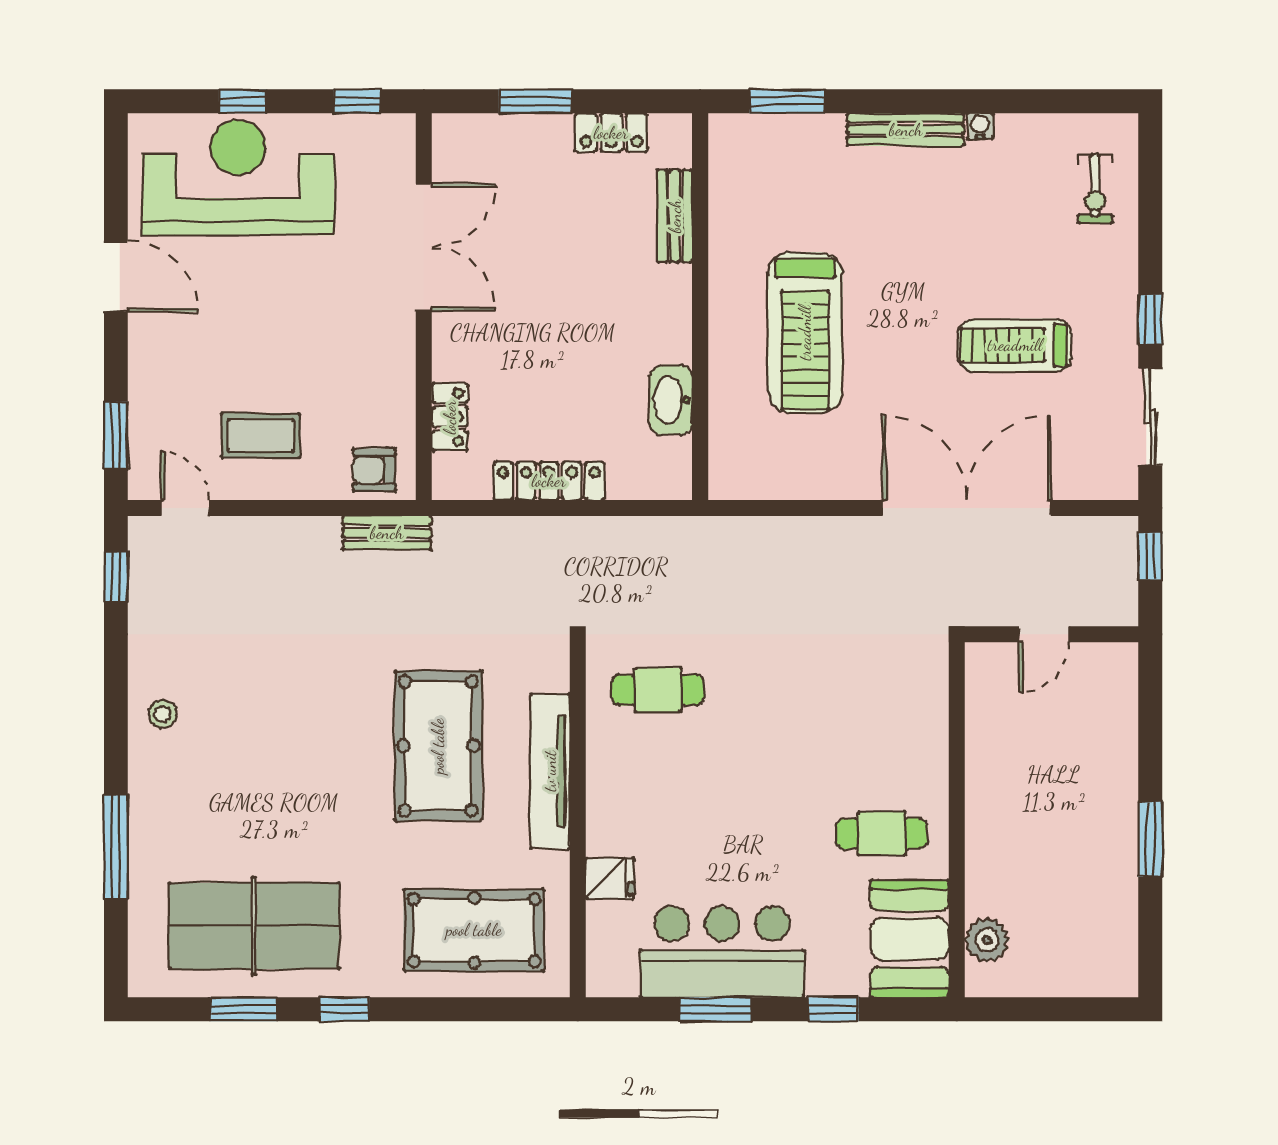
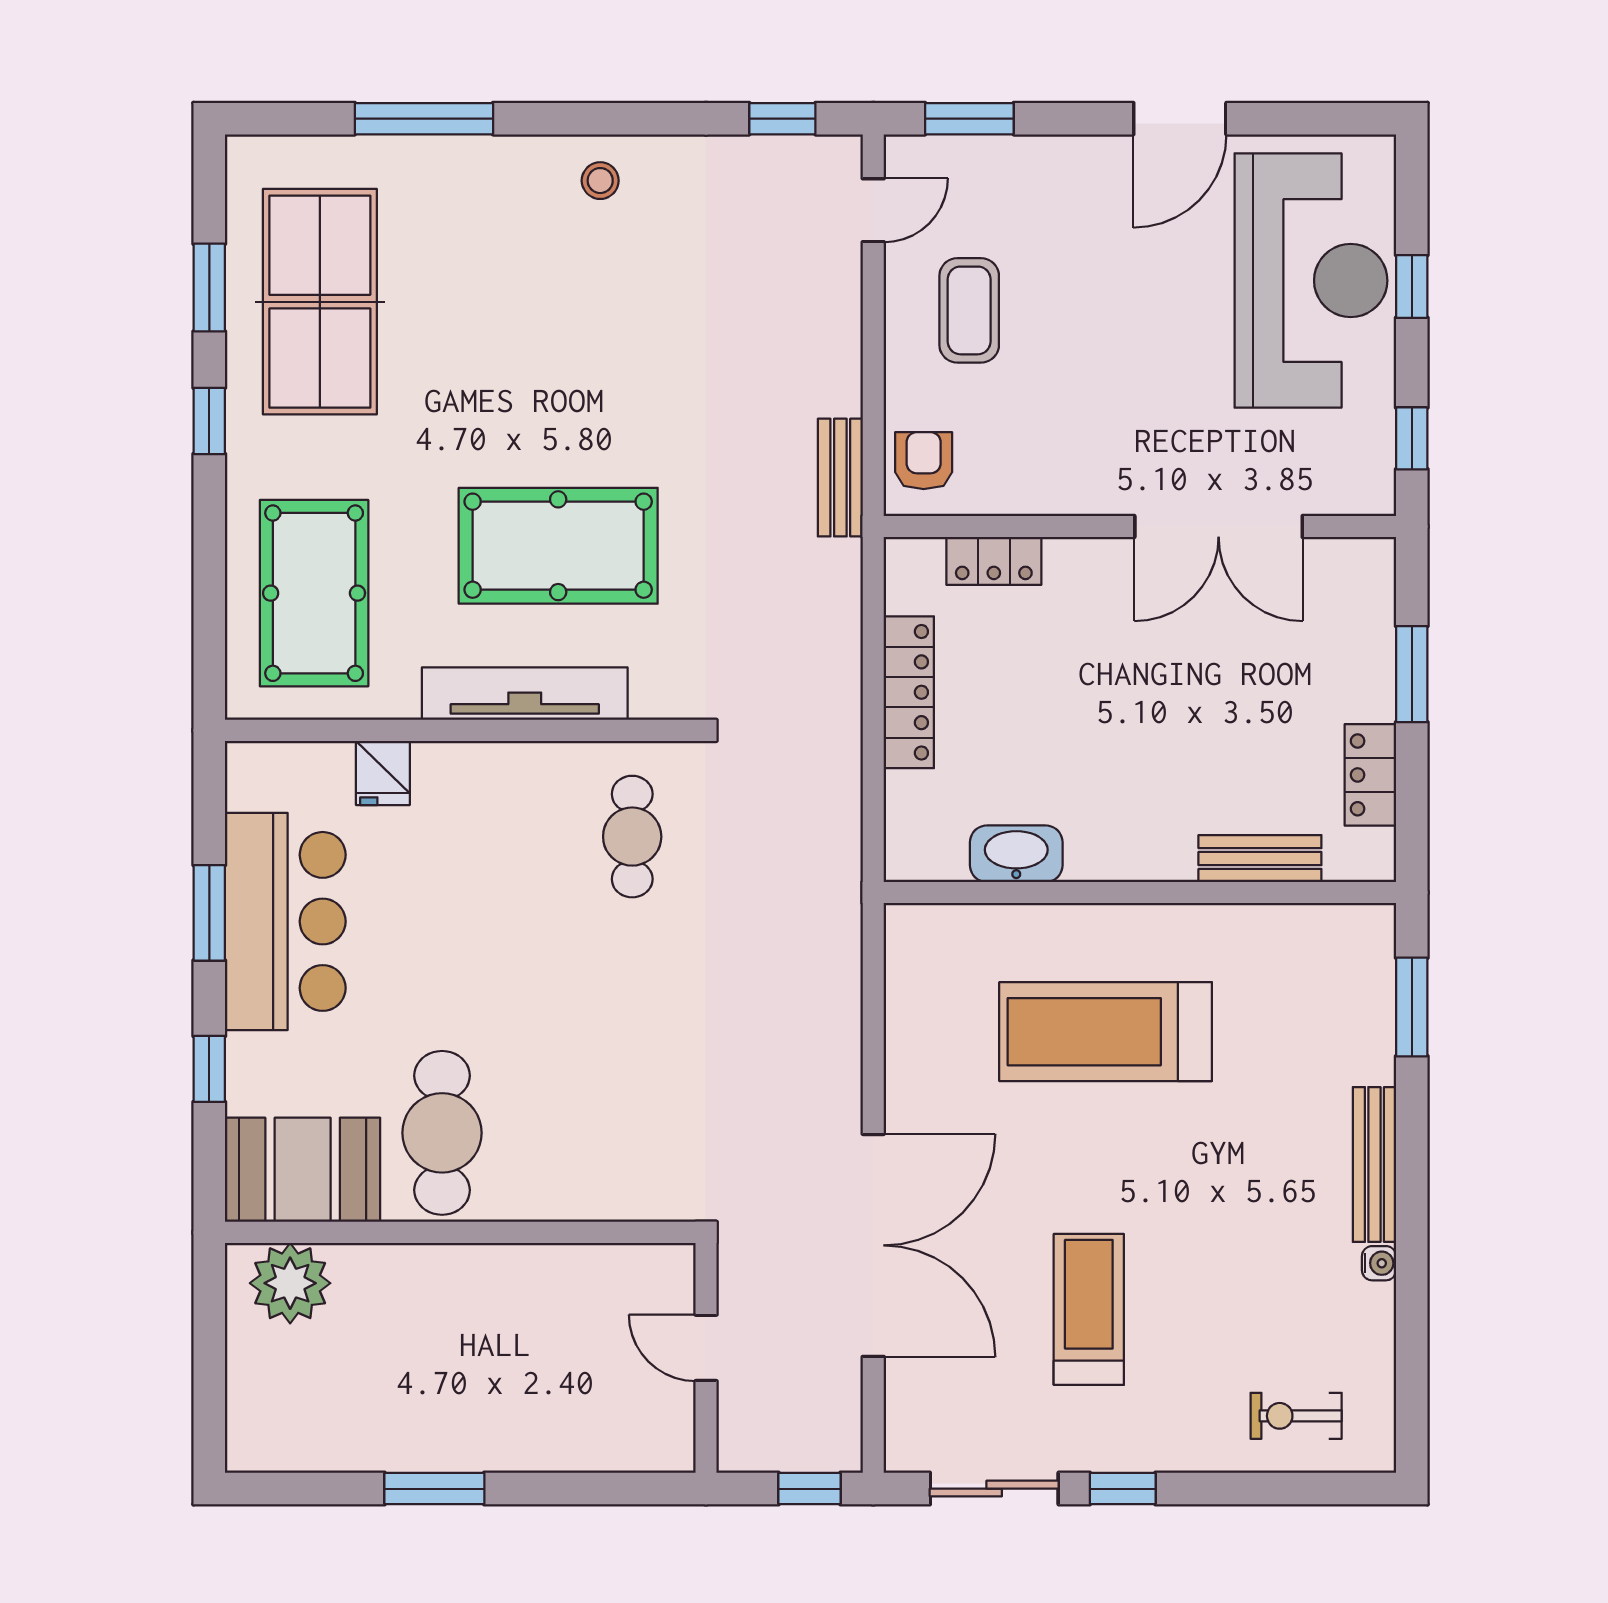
cafe table: (882, 834) -> (442, 1133), width x1.37, depth x1.35
plant: (987, 940) -> (290, 1283), width x1.36, depth x1.36

